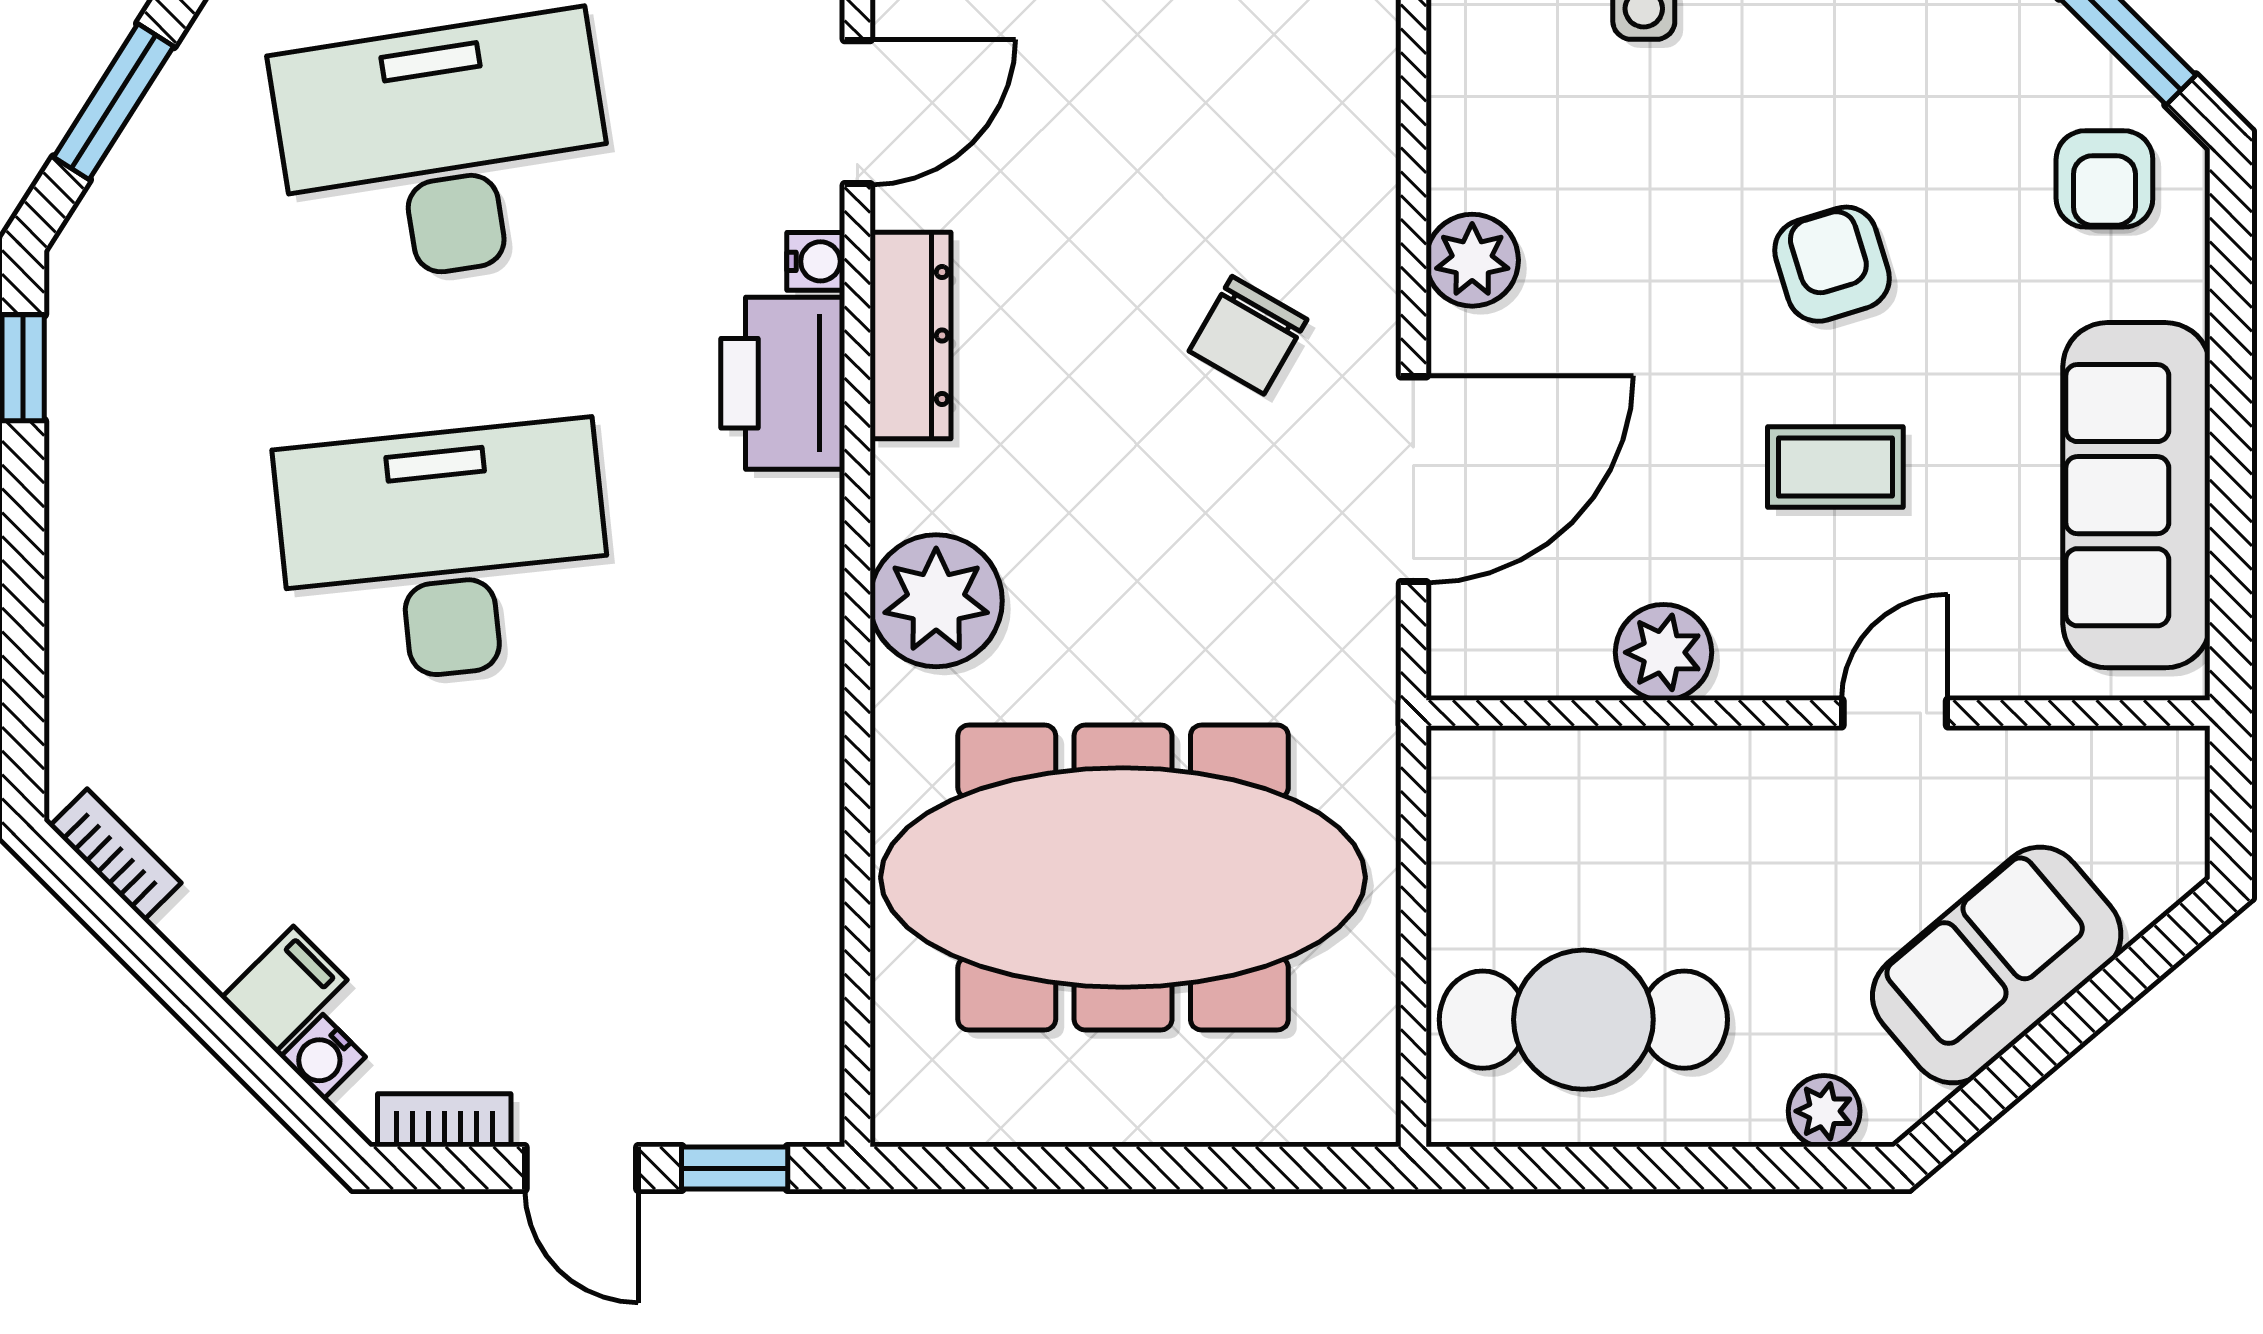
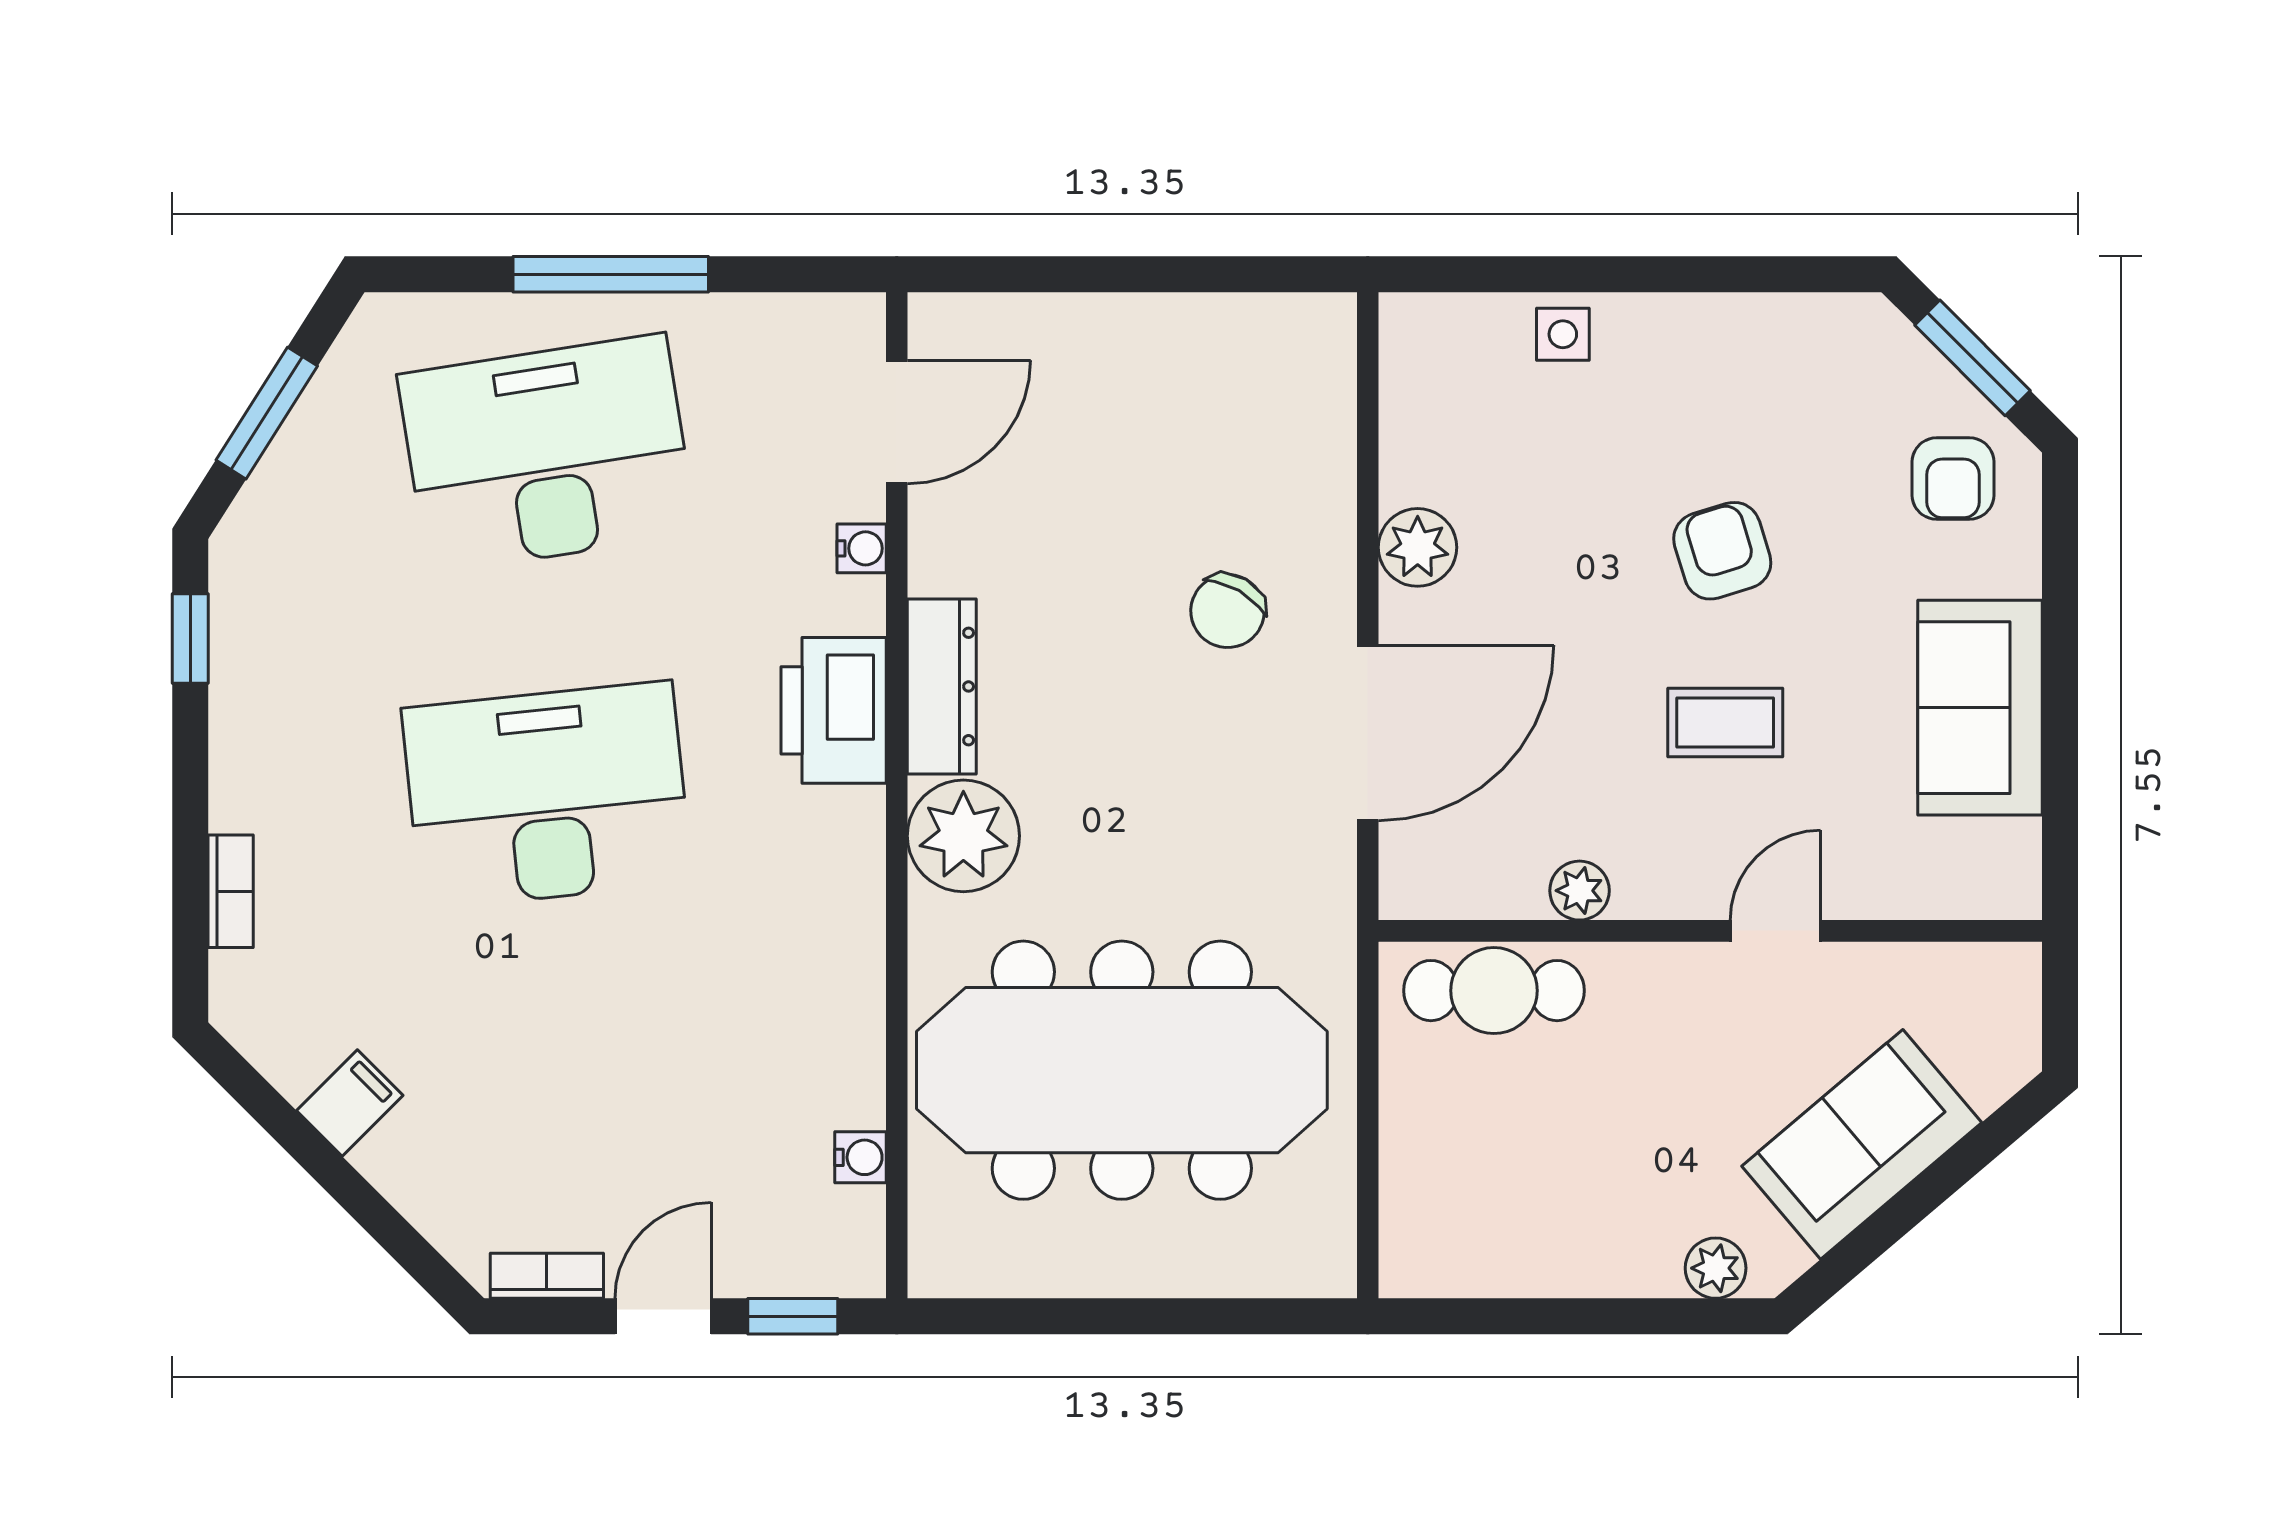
dresser: (910, 336) -> (942, 686), moved
printer: (783, 383) -> (834, 710), moved
sofa: (2136, 495) -> (1980, 708), width x0.73
plant: (1663, 652) -> (1580, 891), width x0.73, depth x0.73
bookcase: (115, 855) -> (231, 891), moved, turned 45
filing cabinet: (284, 989) -> (350, 1103), moved
cafe table: (1583, 1020) -> (1494, 991), moved, width x0.73, depth x0.74
water cooler: (323, 1057) -> (860, 1157), moved, turned -135
door: (581, 1168) -> (663, 1316), swing flipped

